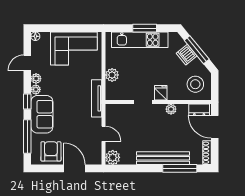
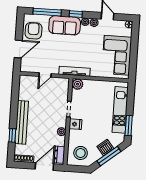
window: (145, 28) -> (129, 125), moved
plant: (112, 75) -> (78, 84), moved
armchair: (51, 151) -> (34, 31), turned -90
plant: (113, 157) -> (25, 81), removed
window: (180, 168) -> (12, 135), width x0.46

